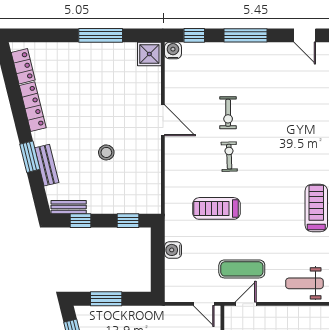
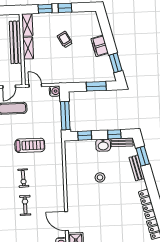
door: (163, 120) -> (66, 221), moved
window: (30, 157) -> (143, 156), moved
washbasin: (99, 204) -> (103, 145), added
water cooler: (173, 250) -> (55, 91), moved
window: (158, 254) -> (65, 116), added

